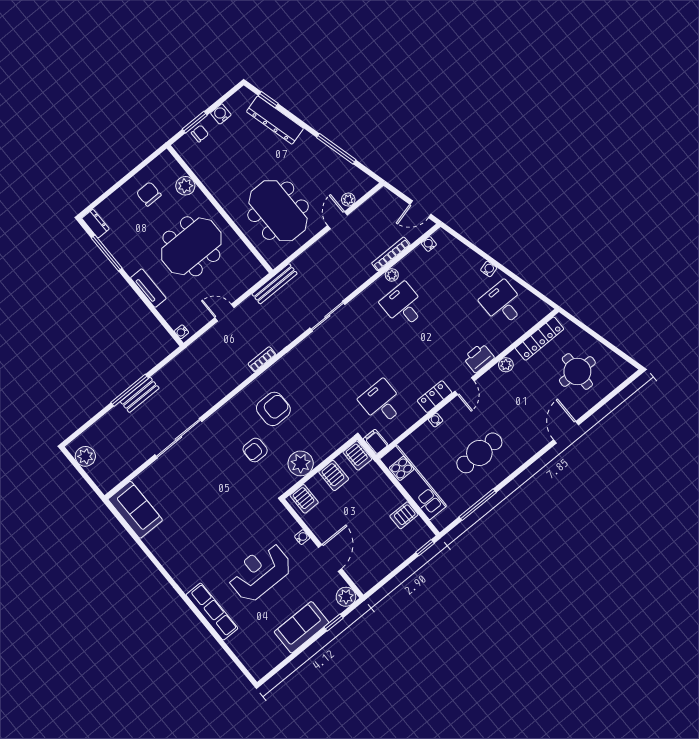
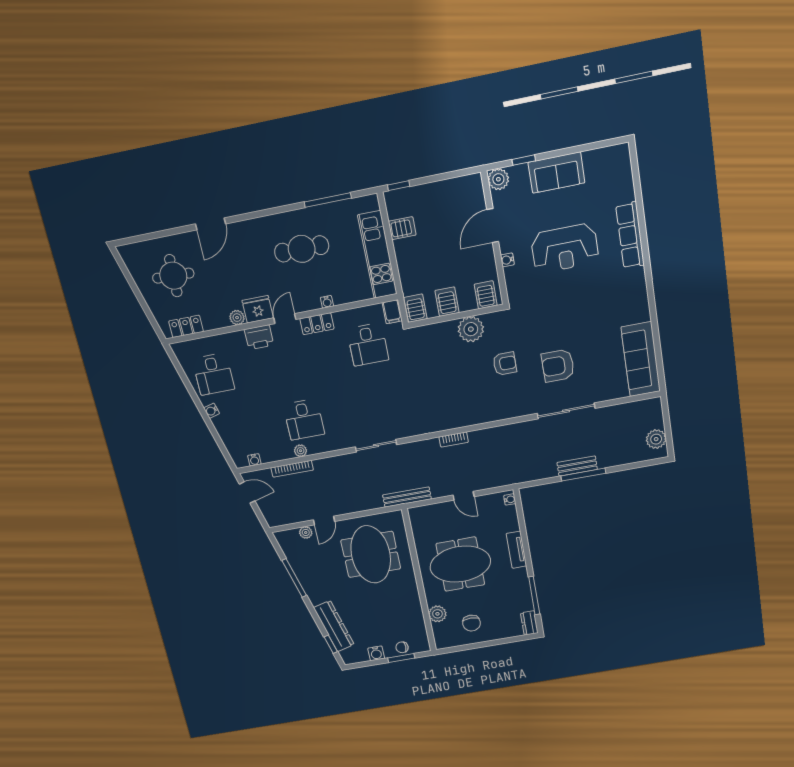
locker: (540, 339) -> (186, 326), width x0.66
fridge: (492, 382) -> (258, 309), added
armchair: (273, 409) -> (558, 366), moved
sofa: (135, 510) -> (641, 359), width x1.36

